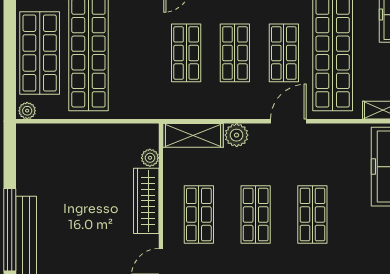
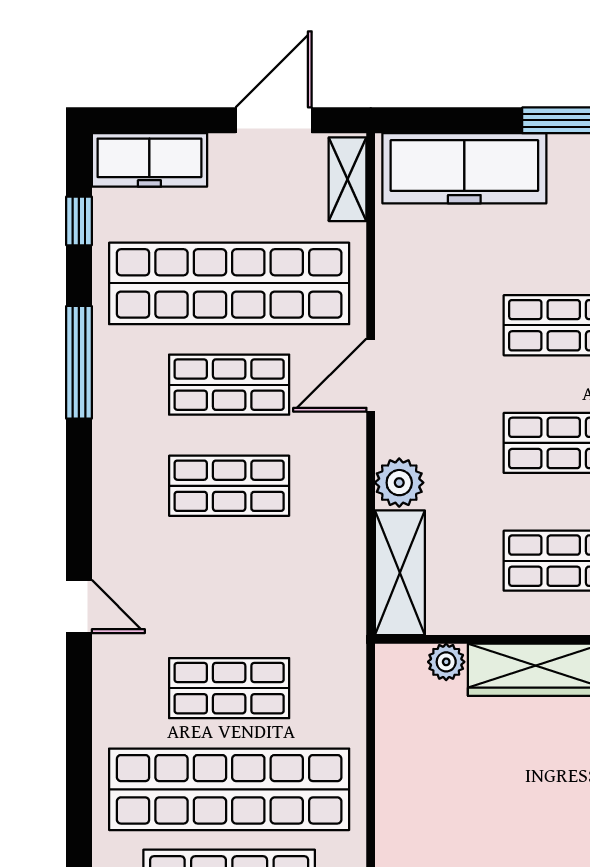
shop shelf: (186, 53) -> (229, 688), moved
door: (288, 121) -> (371, 375), hinge flipped

